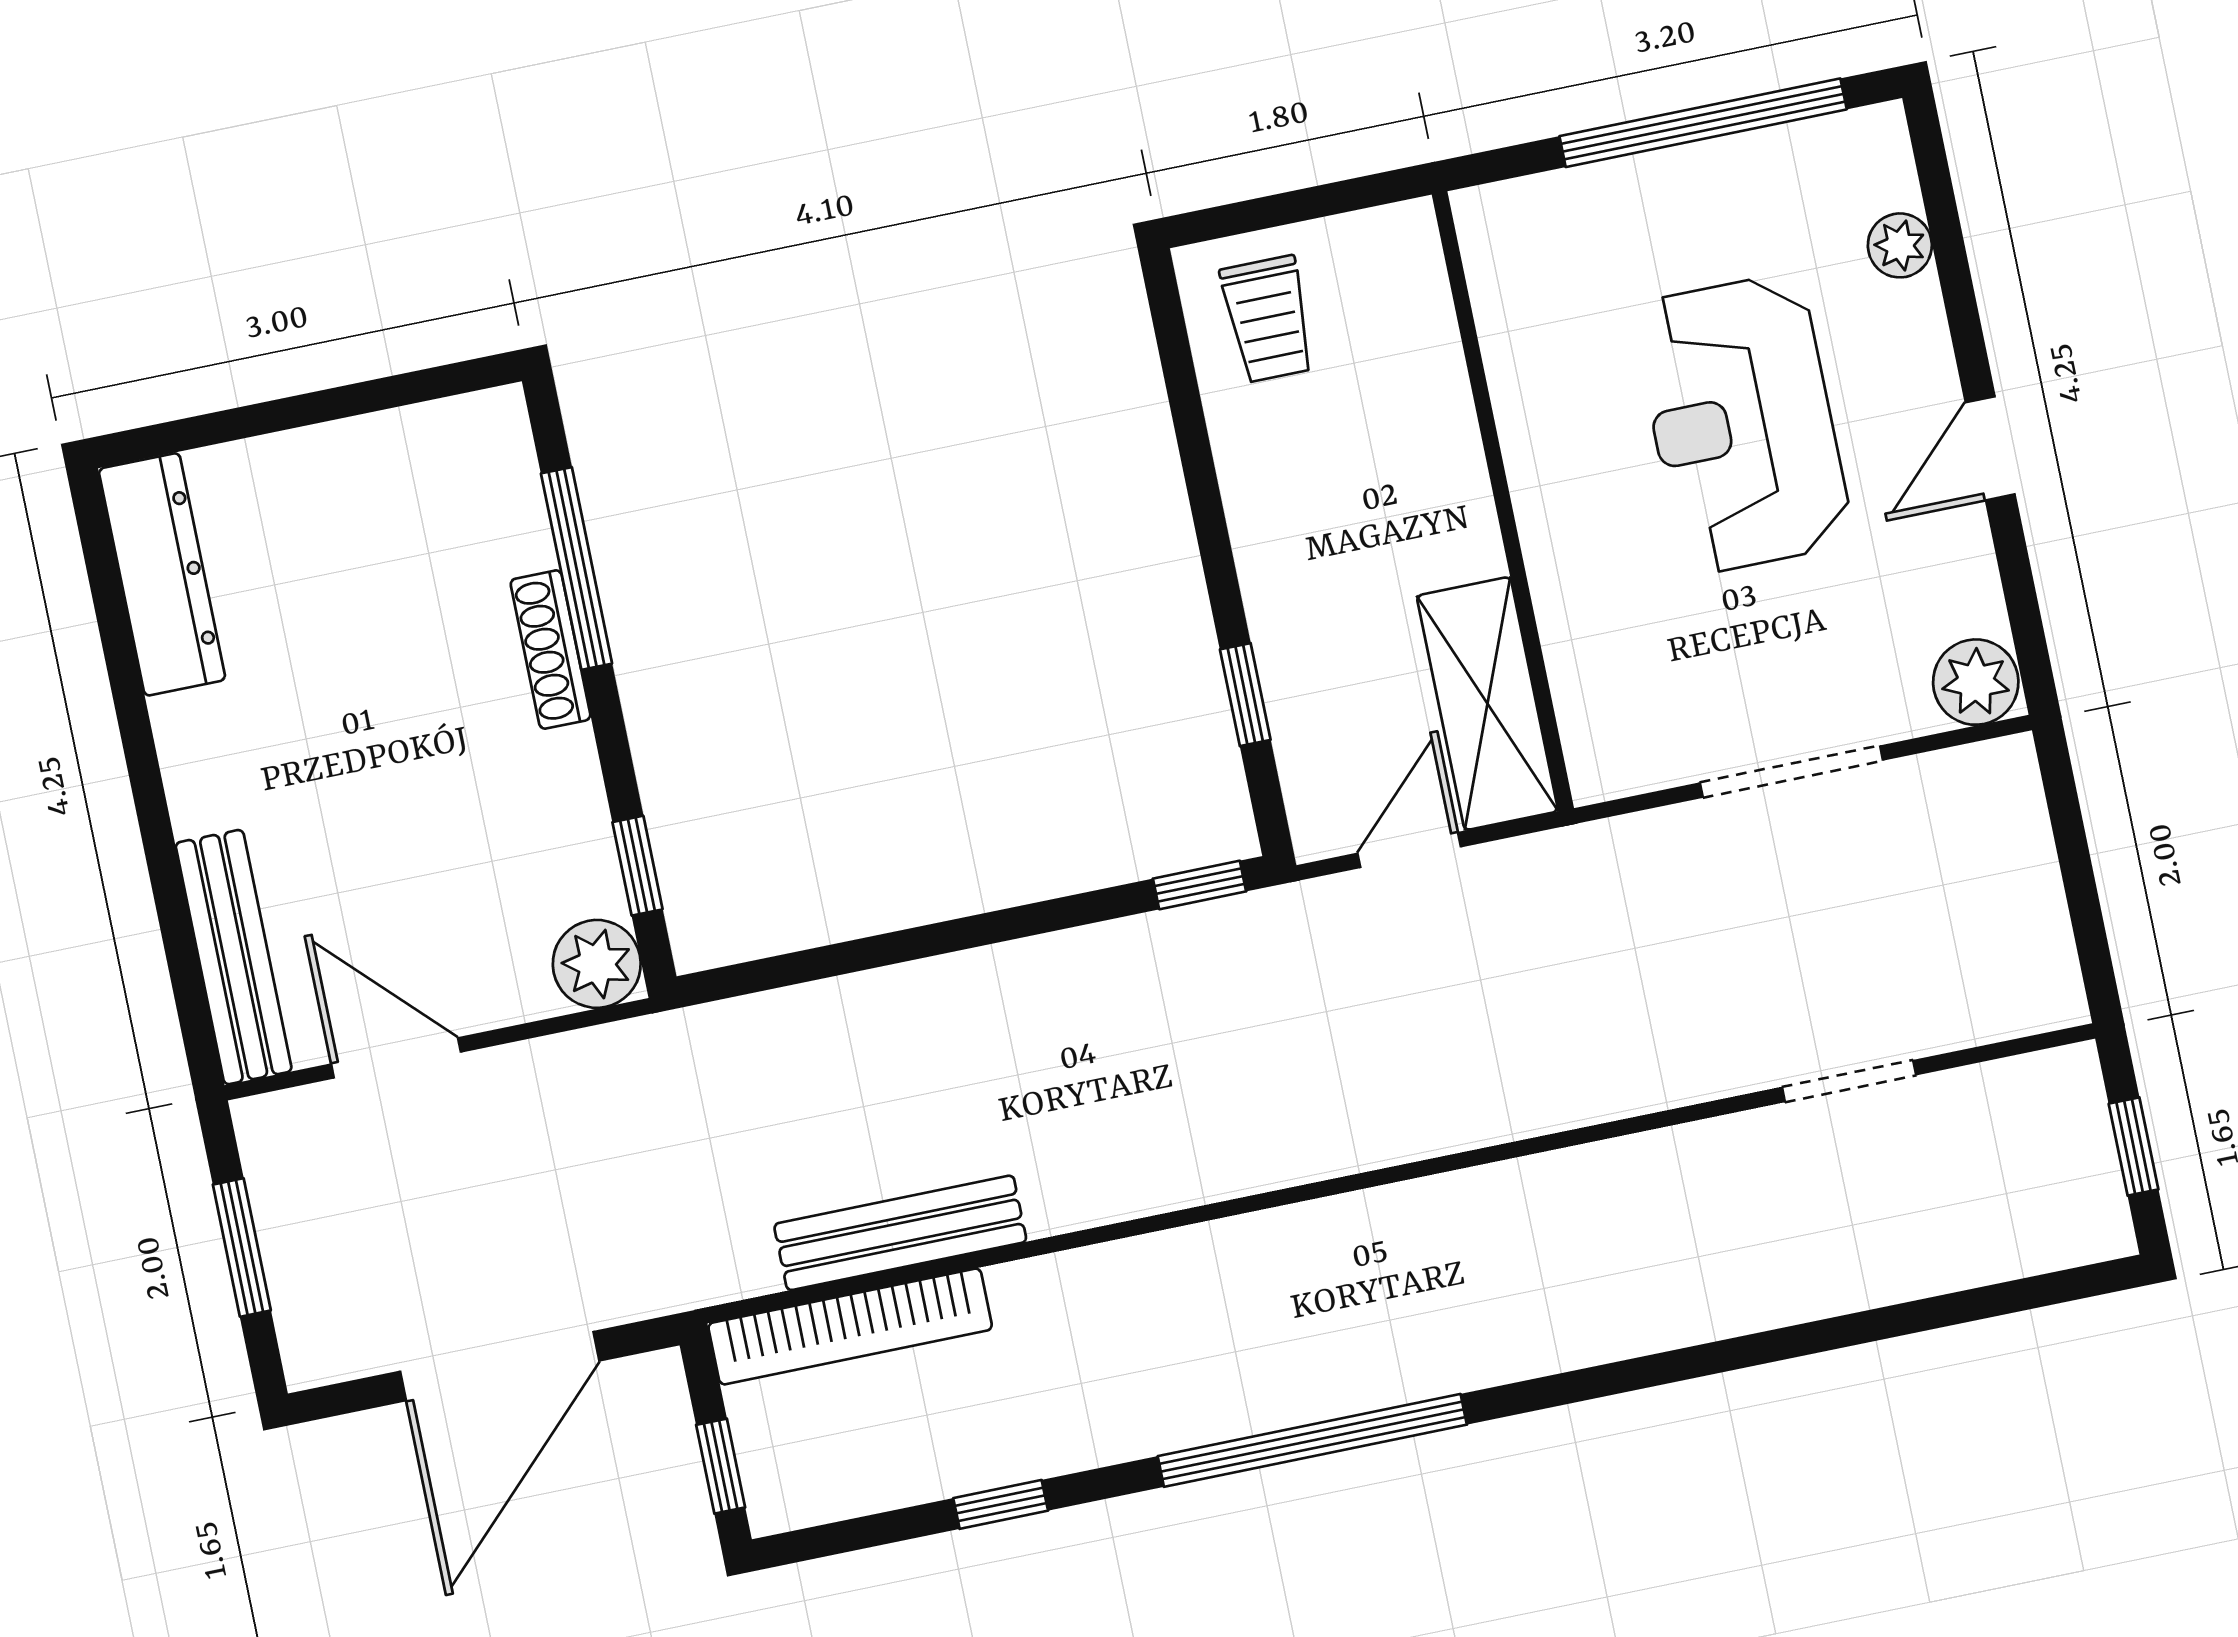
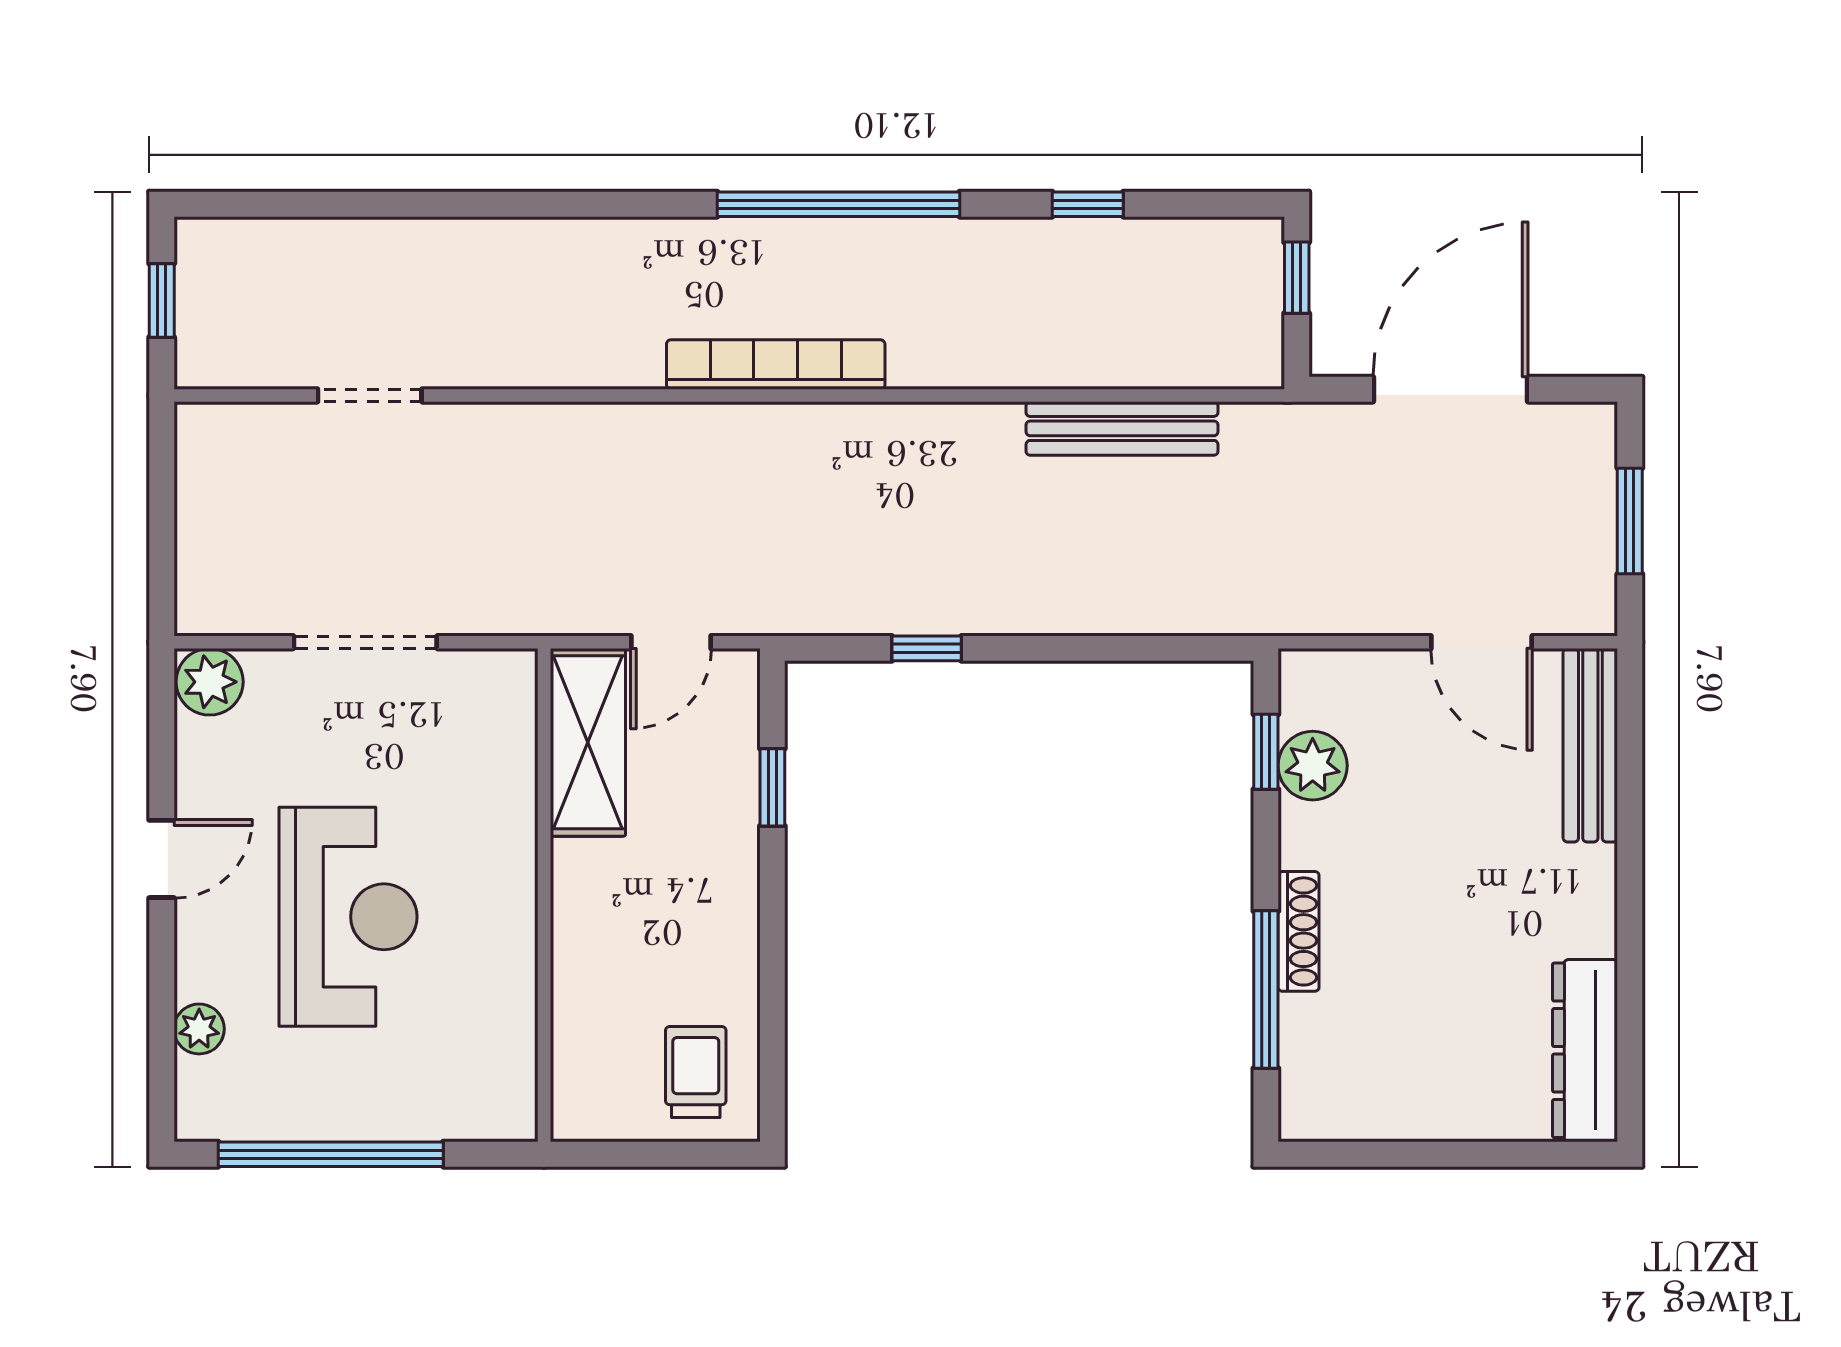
window: (1200, 885) -> (927, 648), moved
plant: (597, 964) -> (1313, 766), moved
bookcase: (850, 1326) -> (776, 364), moved

